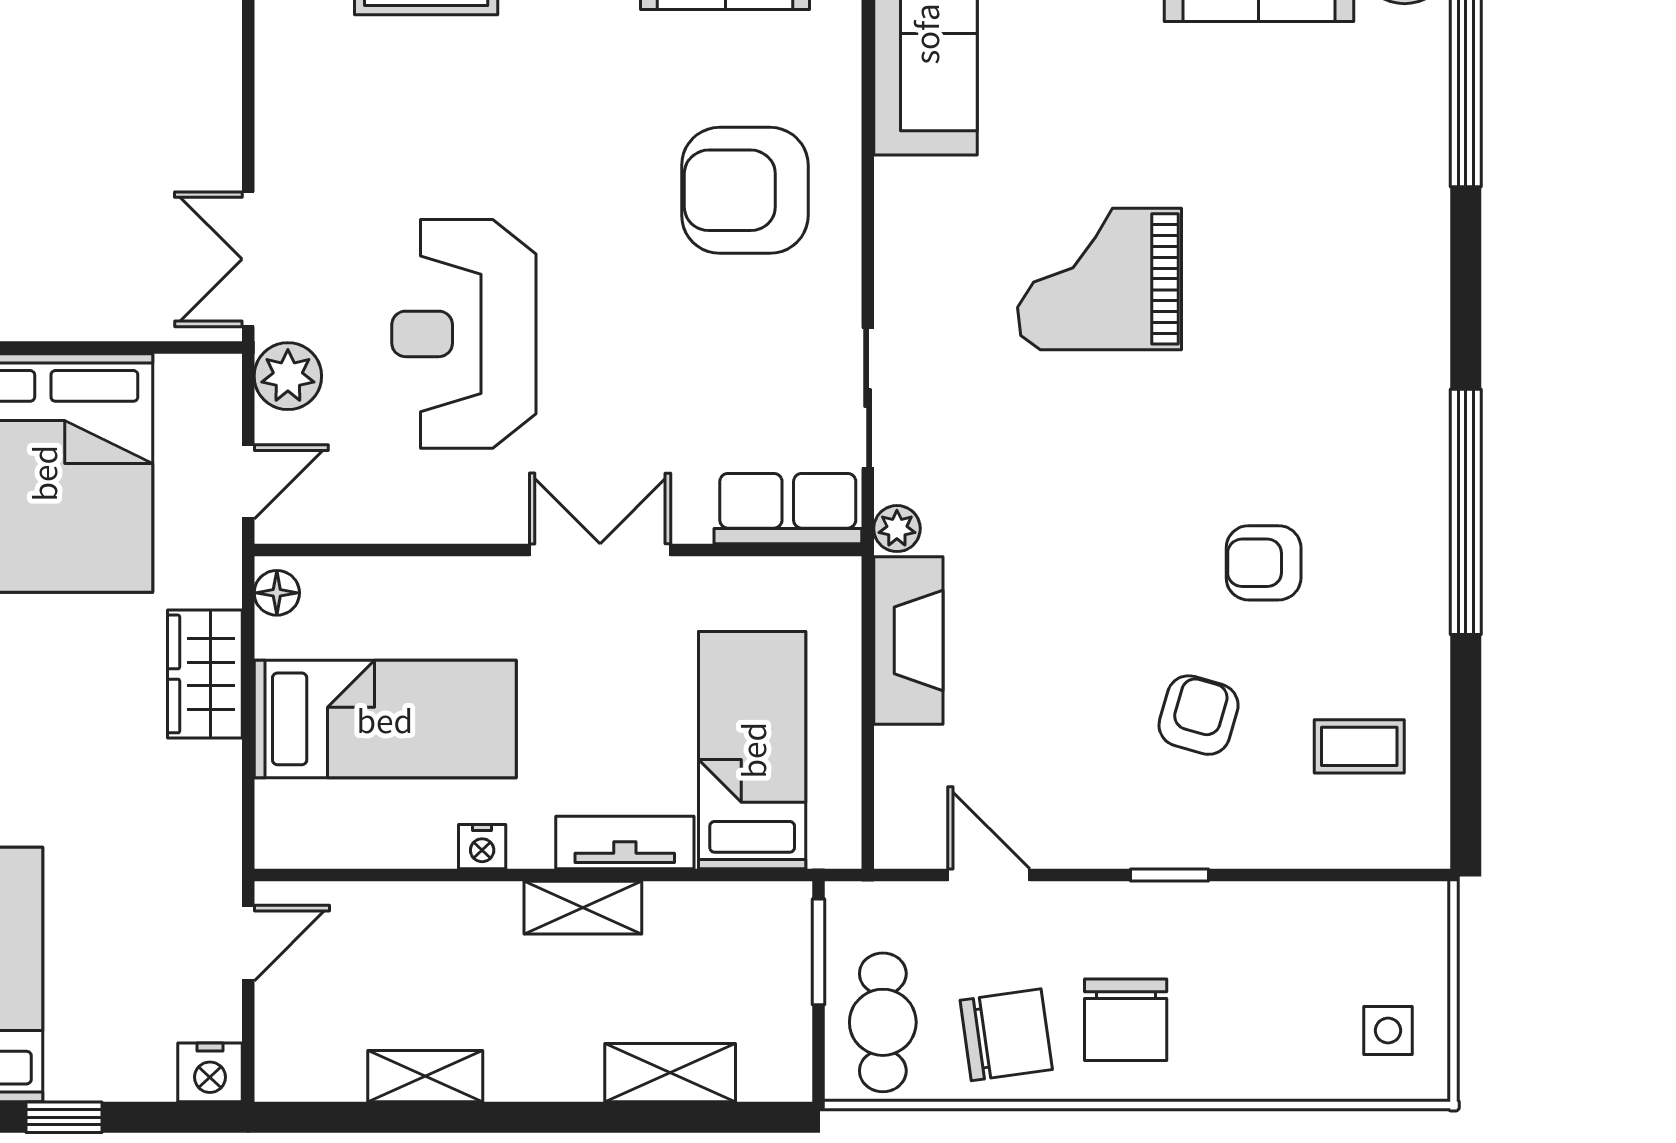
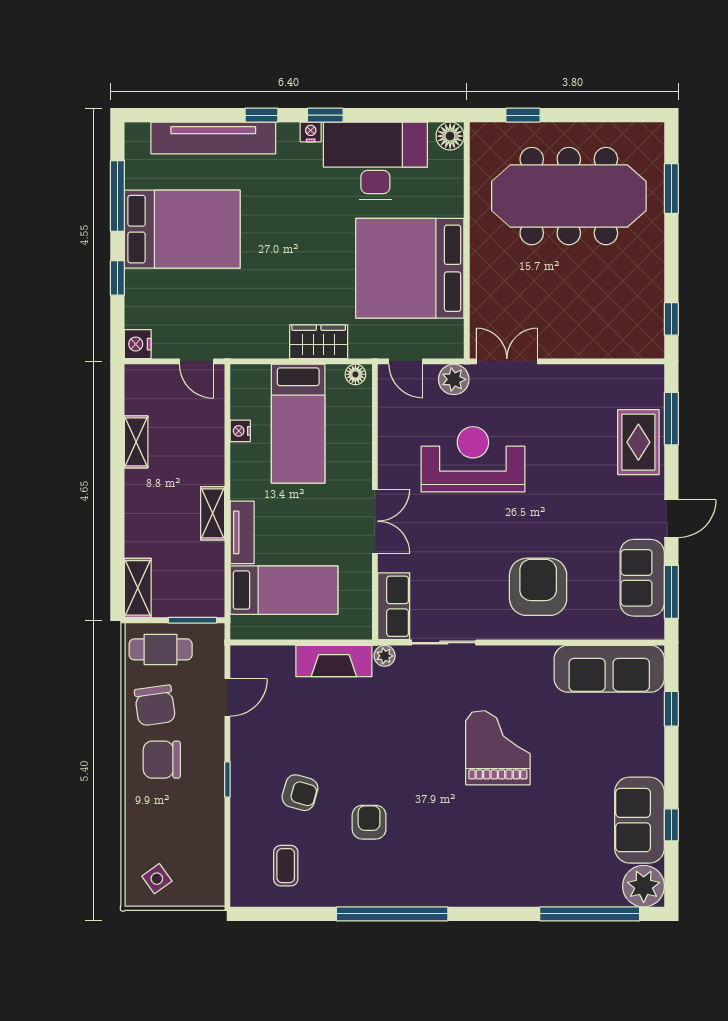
nightstand: (482, 847) -> (240, 431), moved
side table: (1388, 1030) -> (157, 879), turned -36
shelving: (670, 1073) -> (138, 588), moved

